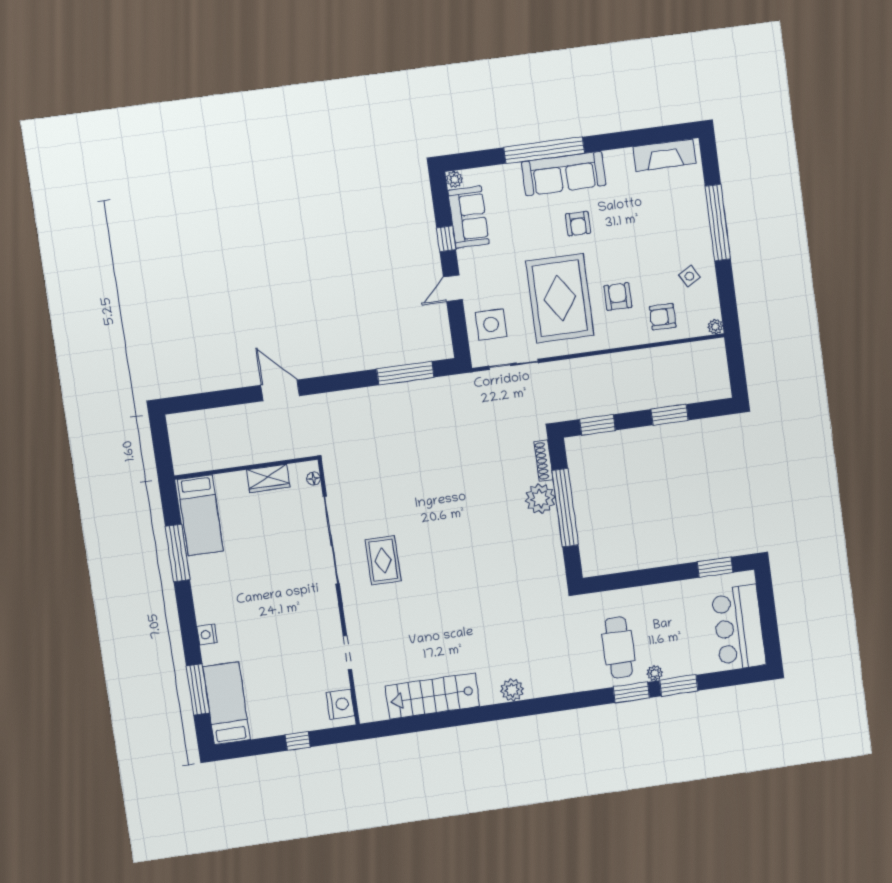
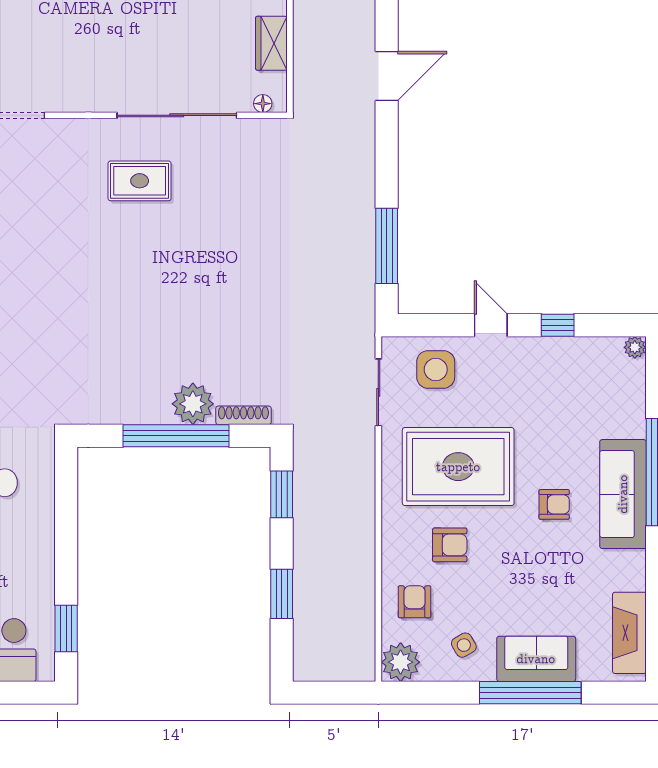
sofa: (468, 217) -> (536, 659), moved, turned 180
armchair: (578, 224) -> (554, 504), turned 180
plant: (715, 327) -> (401, 662), width x1.87, depth x1.87

